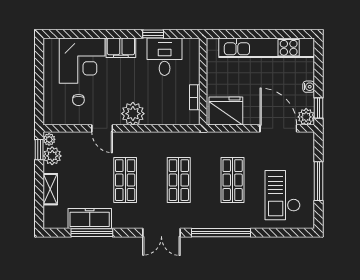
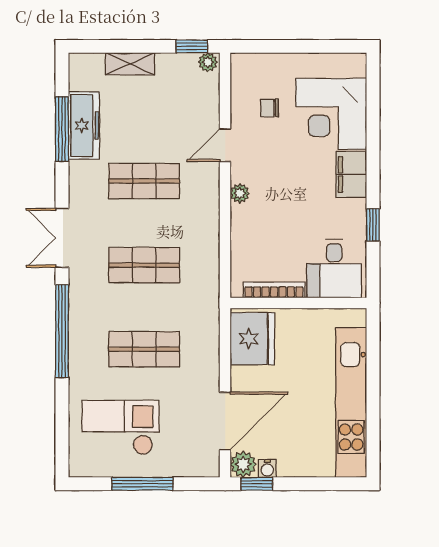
desk: (165, 57) -> (334, 269), moved, turned 90
water cooler: (309, 87) -> (267, 468), moved
bookcase: (195, 97) -> (274, 290), width x1.56
plant: (133, 114) -> (240, 193), width x0.53, depth x0.53
plant: (52, 156) -> (182, 67), removed

